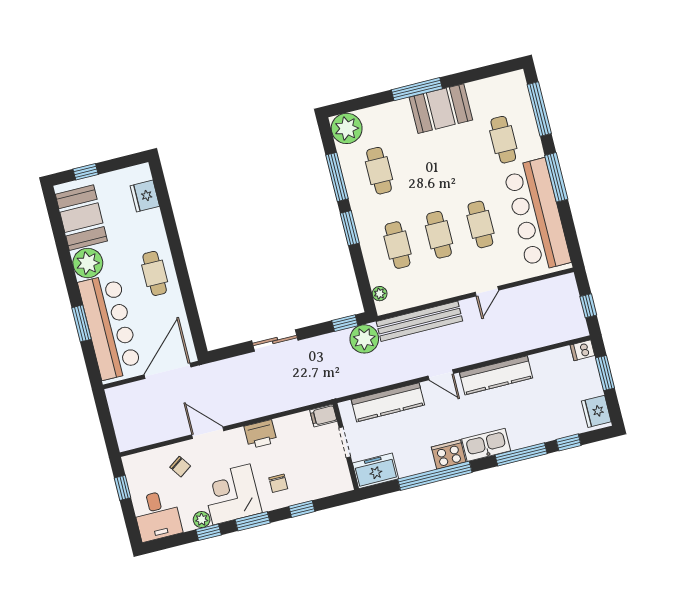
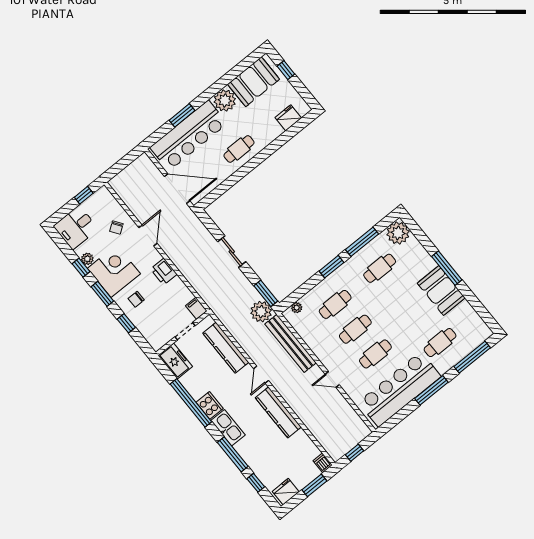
window: (345, 323) -> (266, 293), width x1.50

